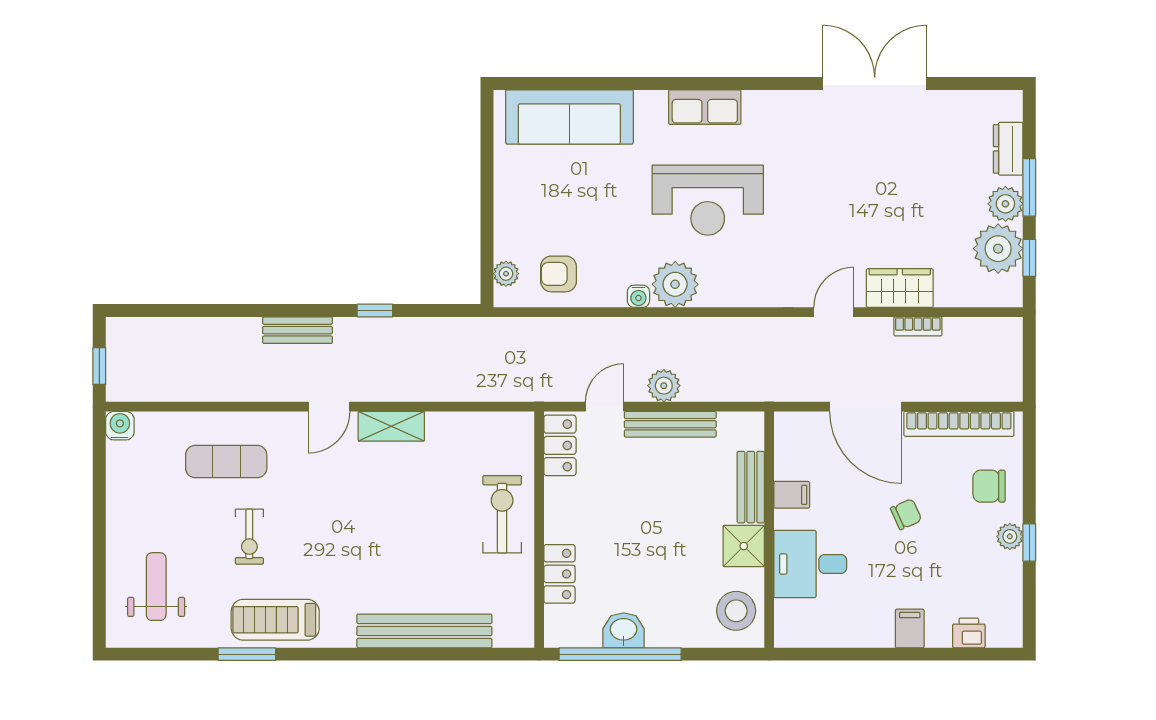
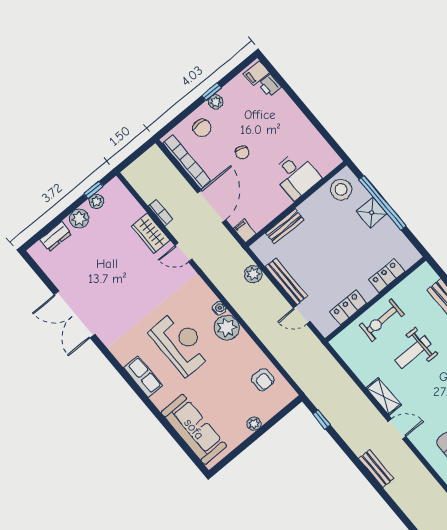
window: (1029, 187) -> (64, 214), removed
plant: (998, 249) -> (96, 201), width x0.53, depth x0.53
plant: (506, 274) -> (254, 424), moved
water cooler: (638, 296) -> (219, 308), moved
window: (375, 310) -> (322, 420), moved
plant: (664, 386) -> (253, 274), moved
locker: (560, 445) -> (348, 307), moved
filing cabinet: (792, 495) -> (245, 231), moved
chair: (906, 514) -> (242, 153), turned -135
weight bench: (420, 521) -> (413, 352), added
shower: (744, 546) -> (372, 213), moved
filing cabinet: (910, 629) -> (256, 73), moved
washbasin: (624, 630) -> (388, 230), removed
window: (620, 654) -> (382, 203), moved

